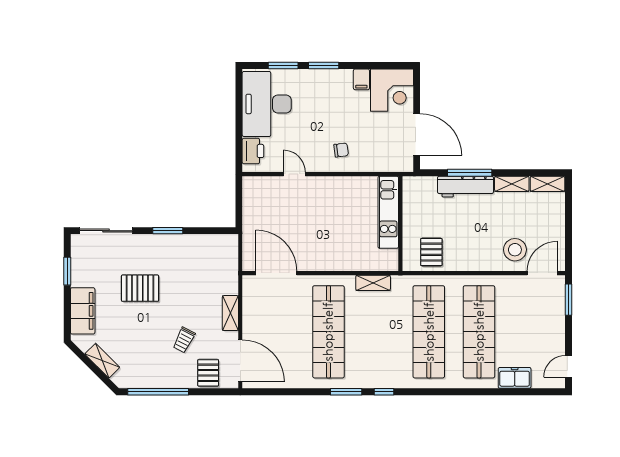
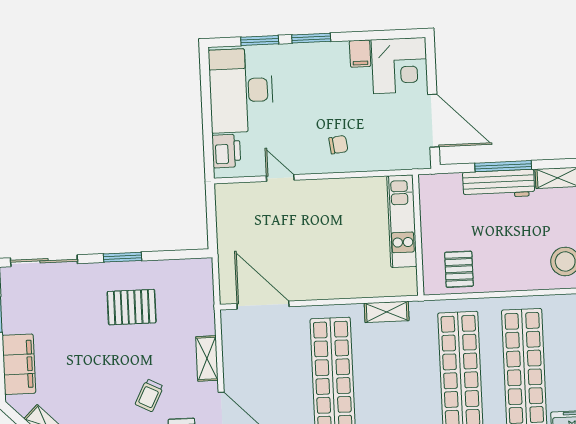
pallet: (140, 288) -> (132, 307), moved

